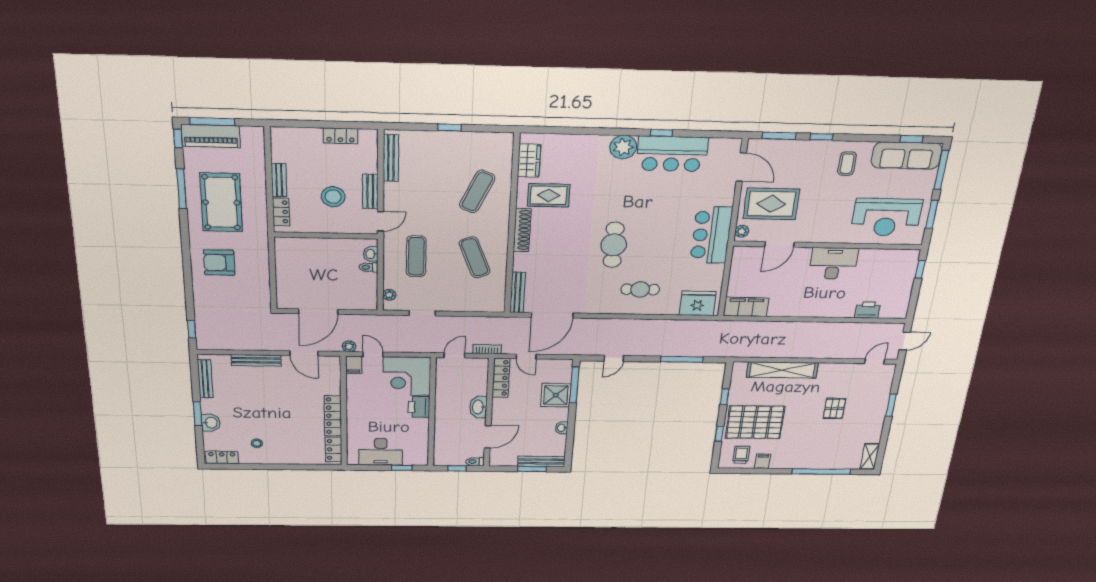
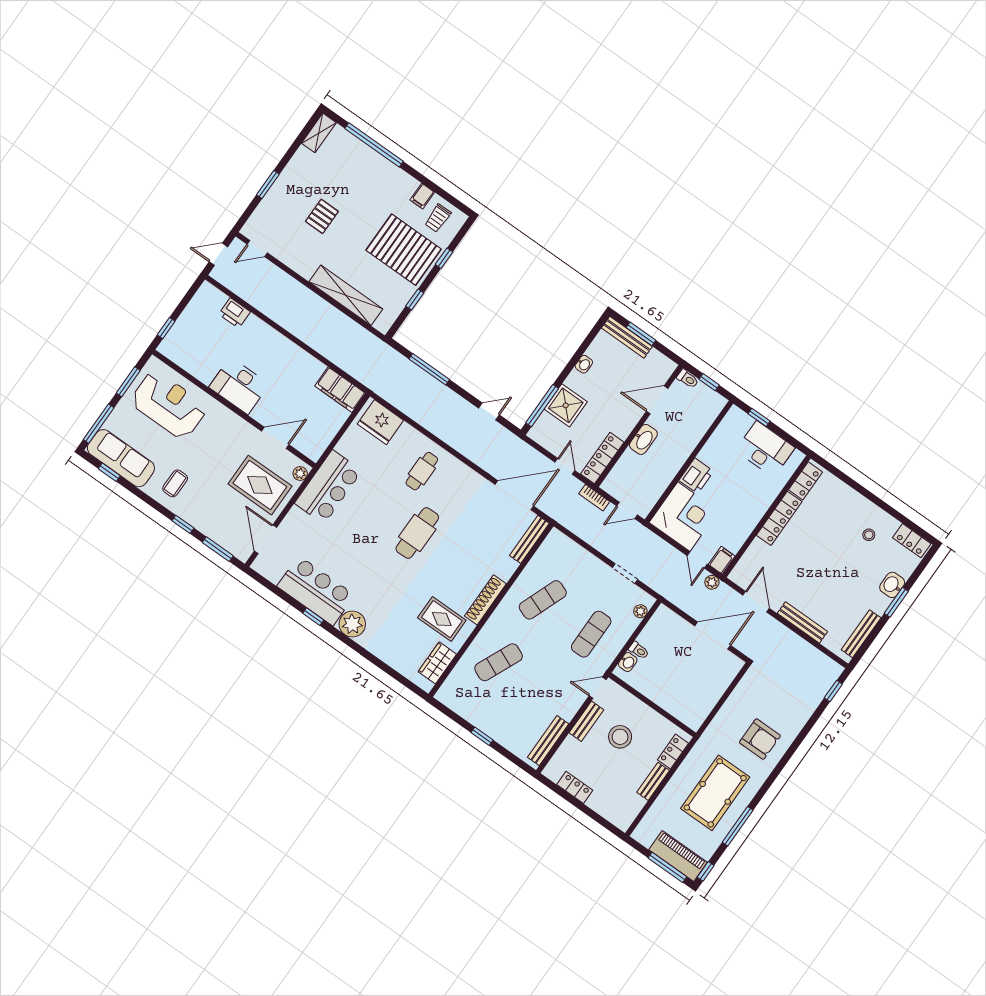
exercise mat: (475, 257) -> (543, 600), turned 42
cafe table: (640, 289) -> (422, 471), turned 90

